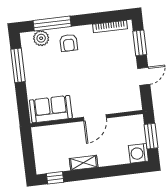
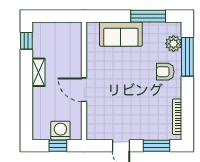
sofa: (51, 109) -> (121, 34), moved, turned 90
window: (151, 136) -> (58, 146), width x0.67
washing machine: (138, 153) -> (60, 131), moved

